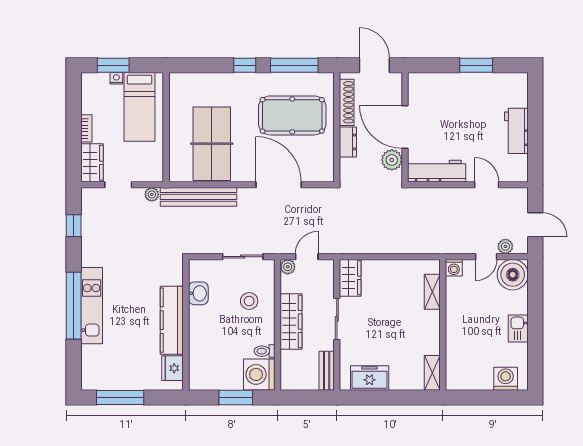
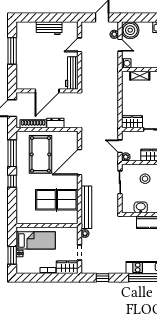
window: (476, 65) -> (12, 51), width x1.44
plant: (392, 160) -> (66, 98), removed

